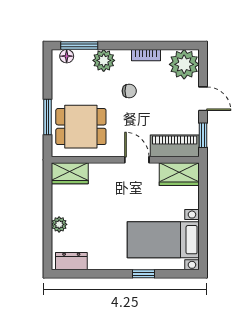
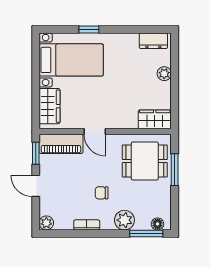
plant: (184, 64) -> (46, 223), width x0.53, depth x0.53
wardrobe: (179, 174) -> (49, 106), moved, turned 90

